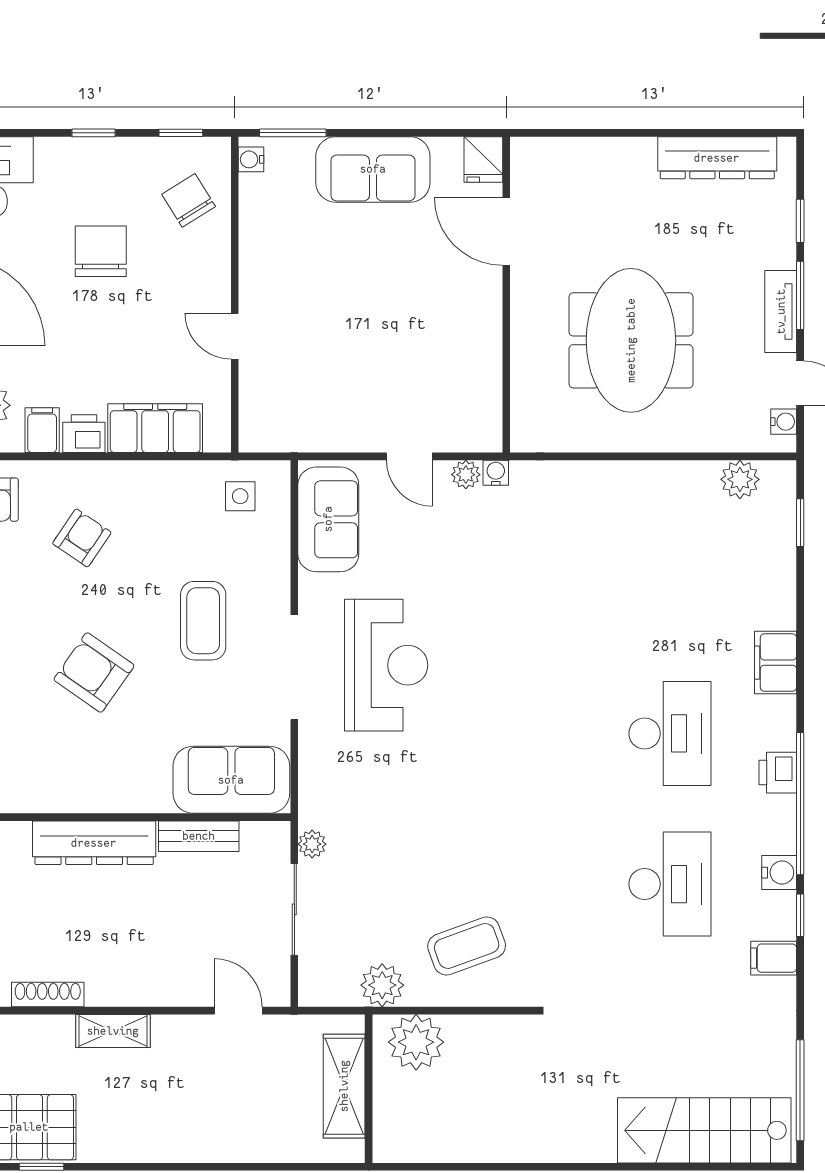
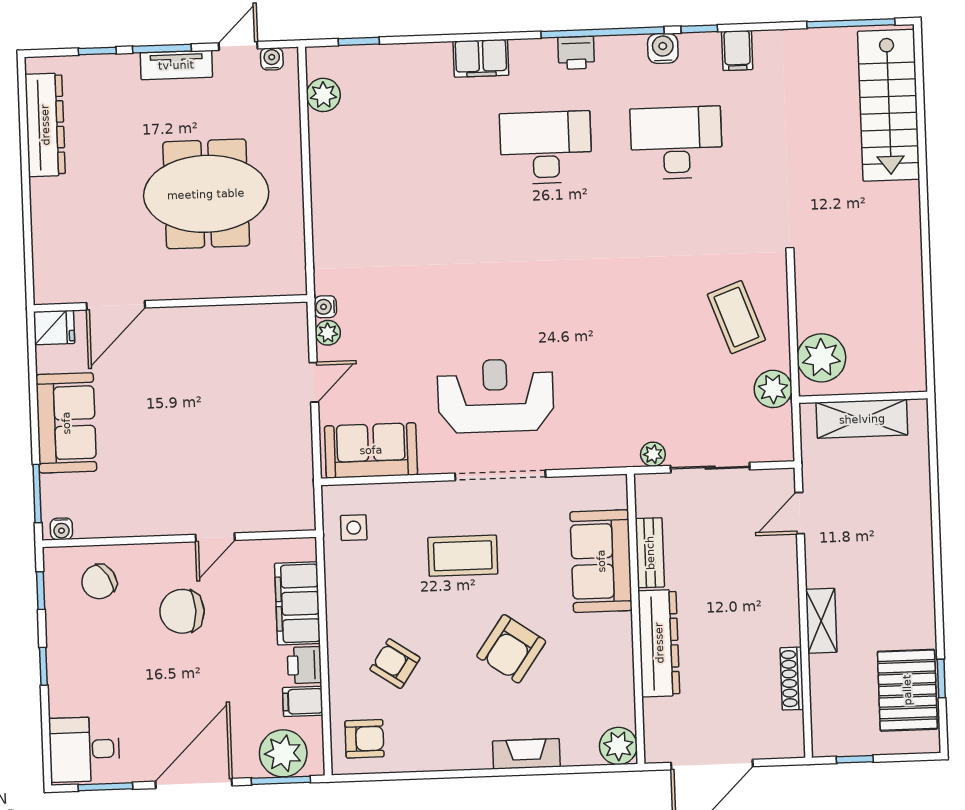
chair: (101, 251) -> (182, 611), moved
sofa: (231, 780) -> (601, 561), moved

